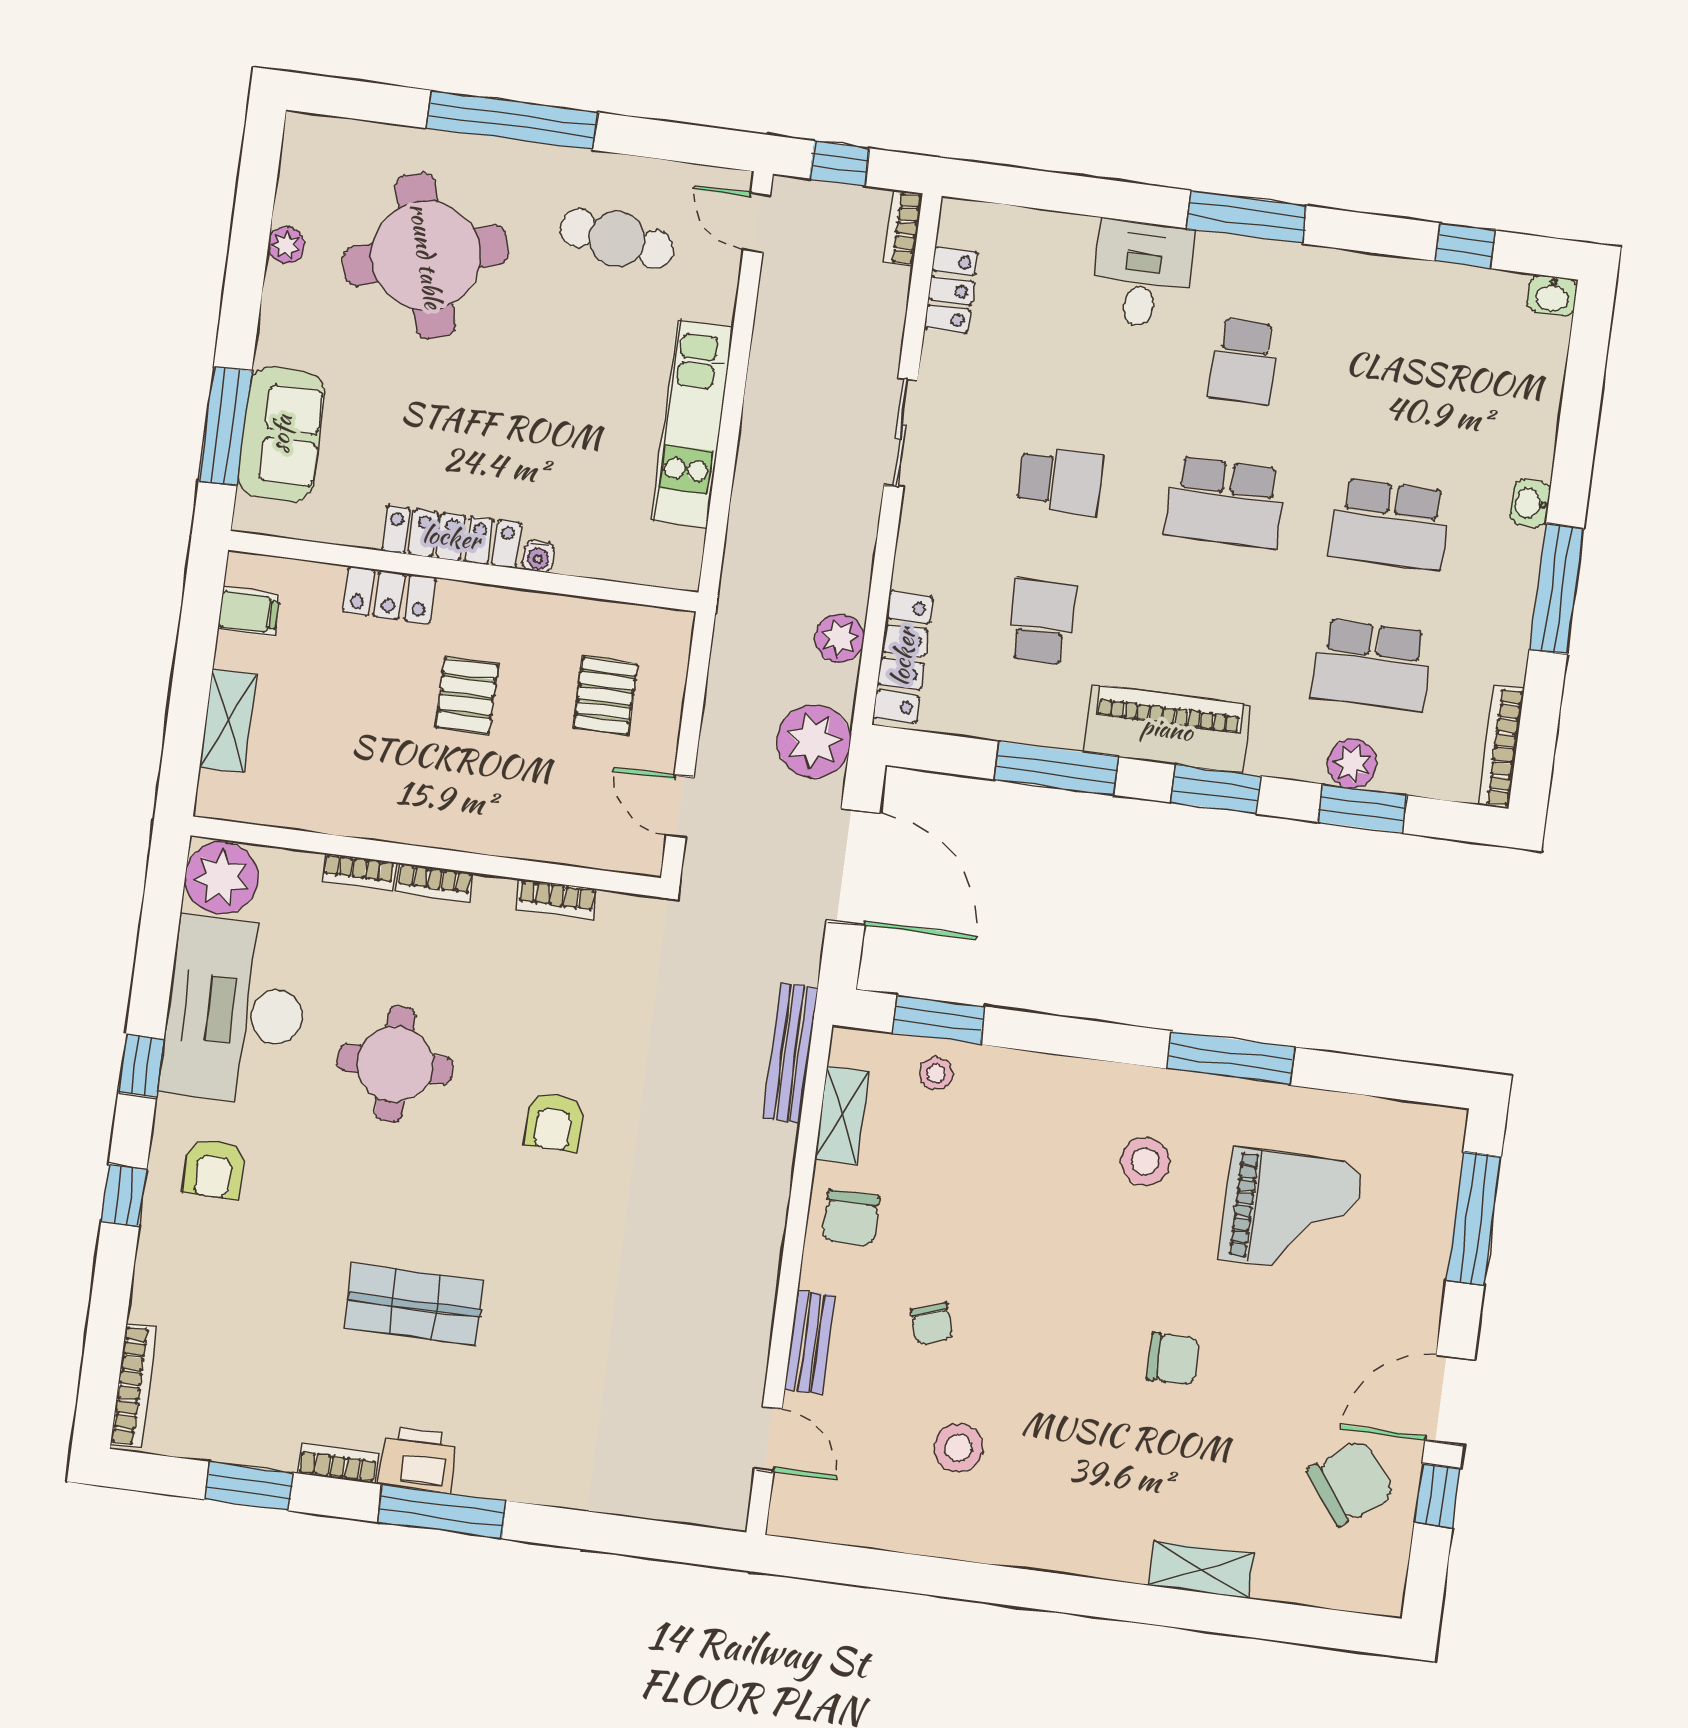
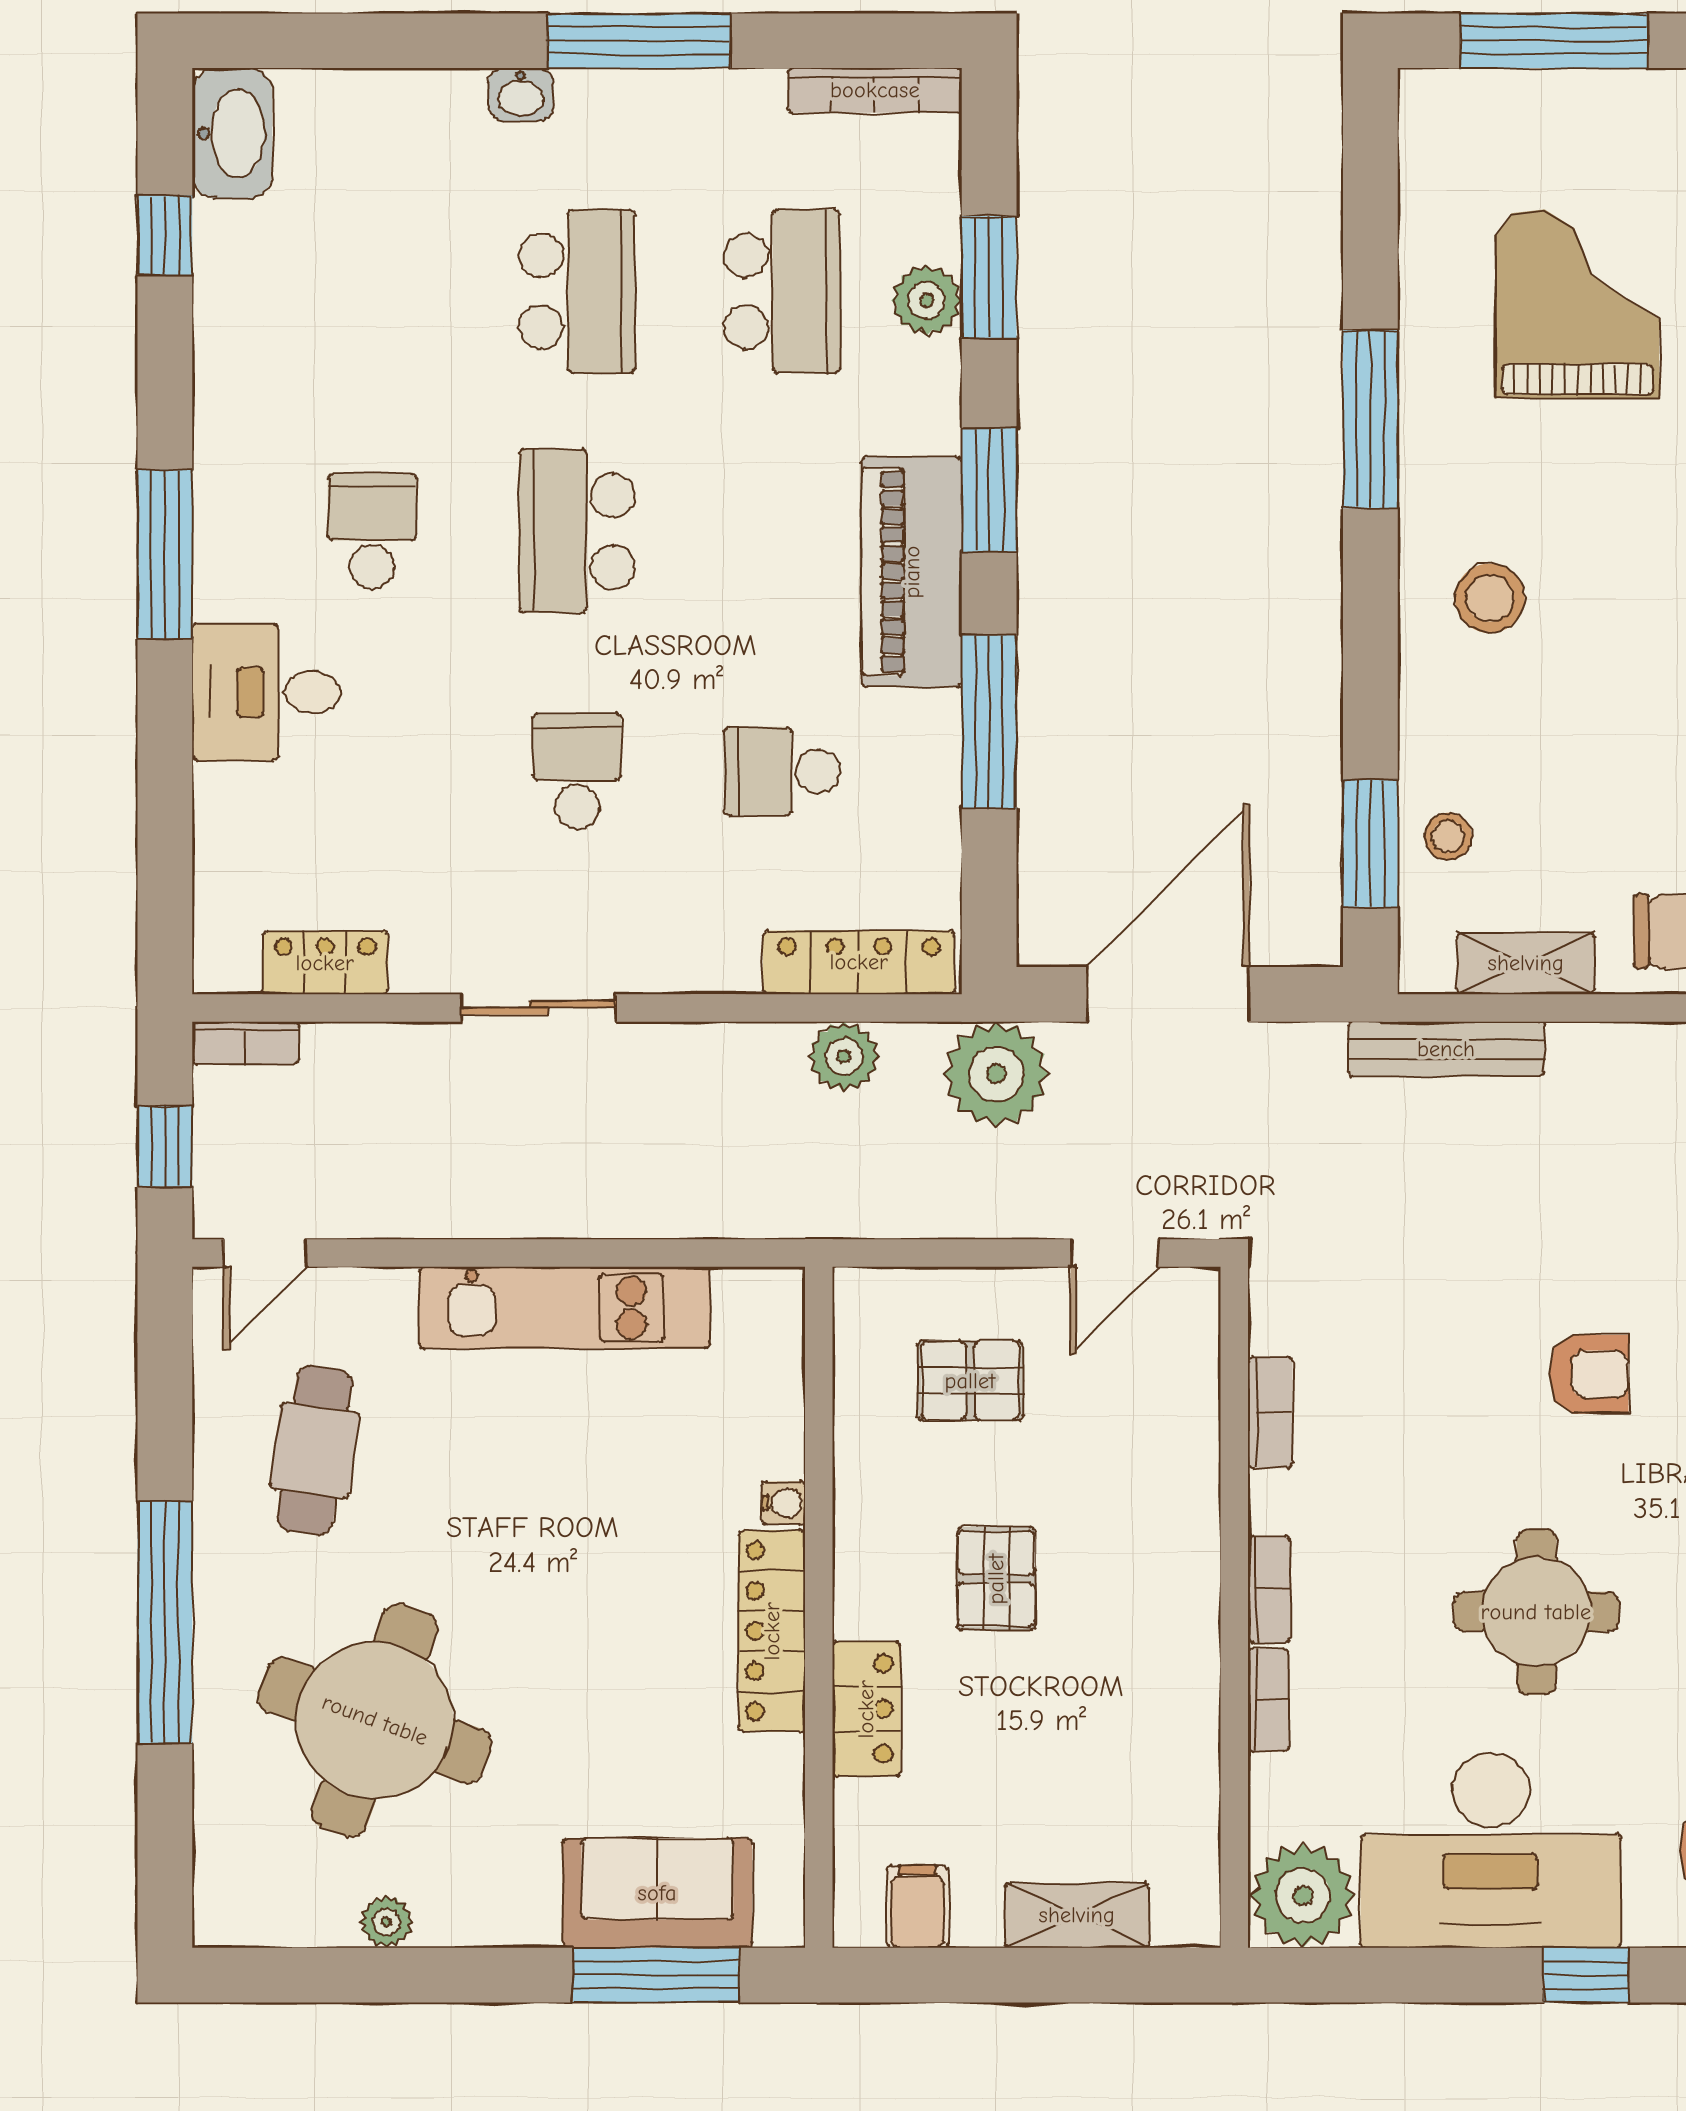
round table: (426, 256) -> (375, 1720), turned 36
washbasin: (1552, 296) -> (232, 133), width x1.91, depth x1.45
school desk: (1244, 361) -> (372, 531), turned -90
school desk: (1225, 502) -> (577, 531), turned 180
pallet: (467, 696) -> (996, 1579), turned 90
stool: (1145, 1161) -> (1490, 598), moved

